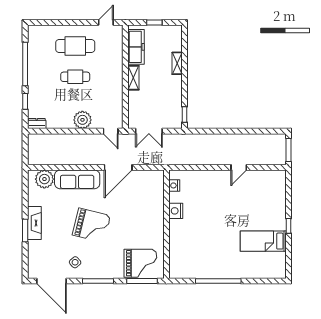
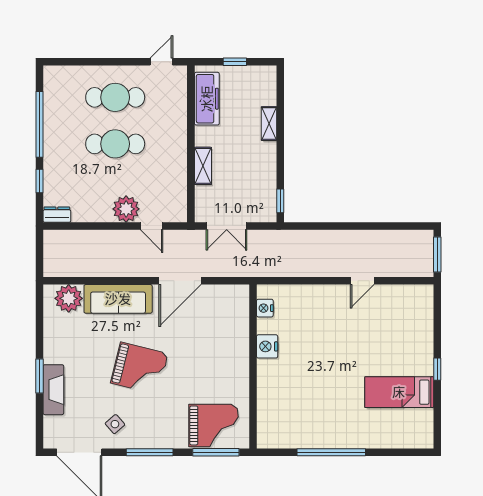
cafe table: (75, 77) -> (115, 144), width x1.37, depth x1.35
shelving: (133, 78) -> (203, 166), moved
door: (111, 131) -> (152, 226), moved
fireplace: (34, 223) -> (53, 390), moved

